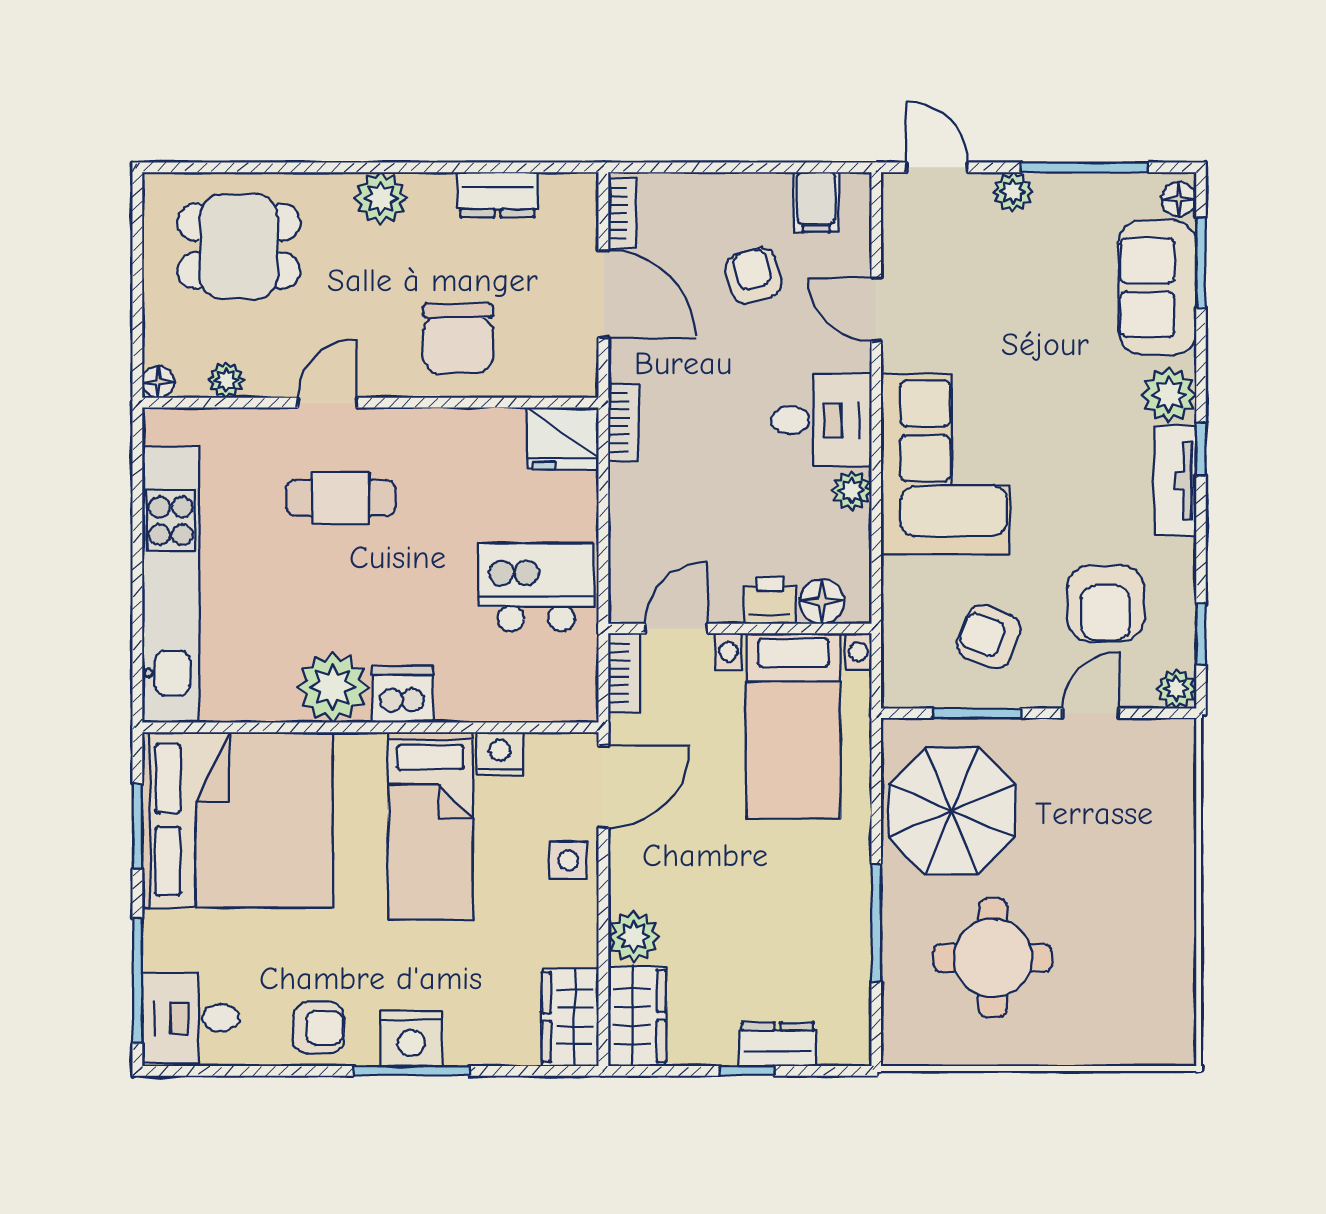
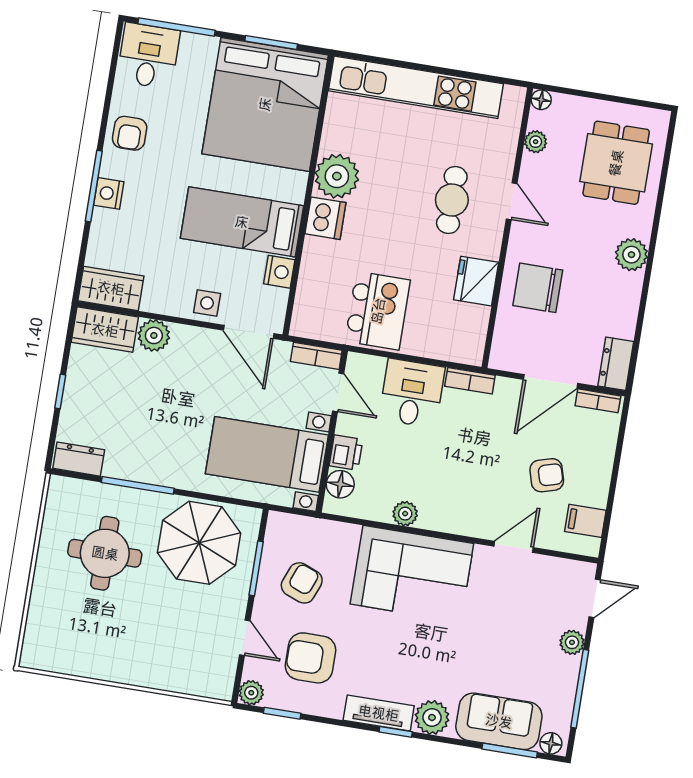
dresser: (498, 195) -> (616, 364), moved
desk: (821, 420) -> (412, 393), moved, turned 180
fridge: (563, 438) -> (476, 281), moved
nightstand: (411, 1038) -> (109, 193), width x0.74, depth x0.75
dresser: (777, 1044) -> (79, 459), moved, turned -90

